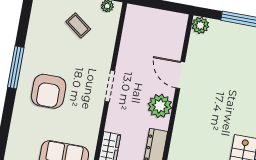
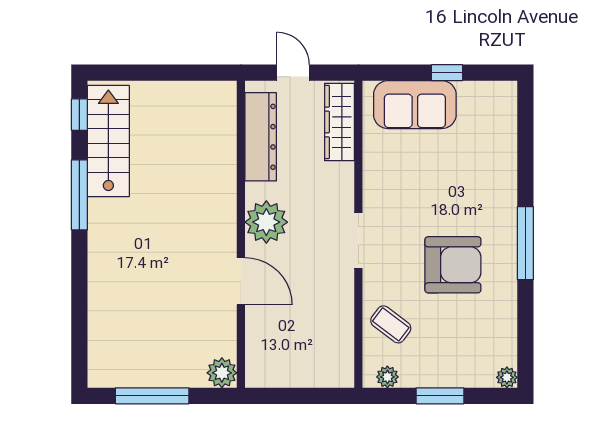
coffee table: (78, 25) -> (391, 324), moved
armchair: (49, 91) -> (453, 265), moved, turned 90

